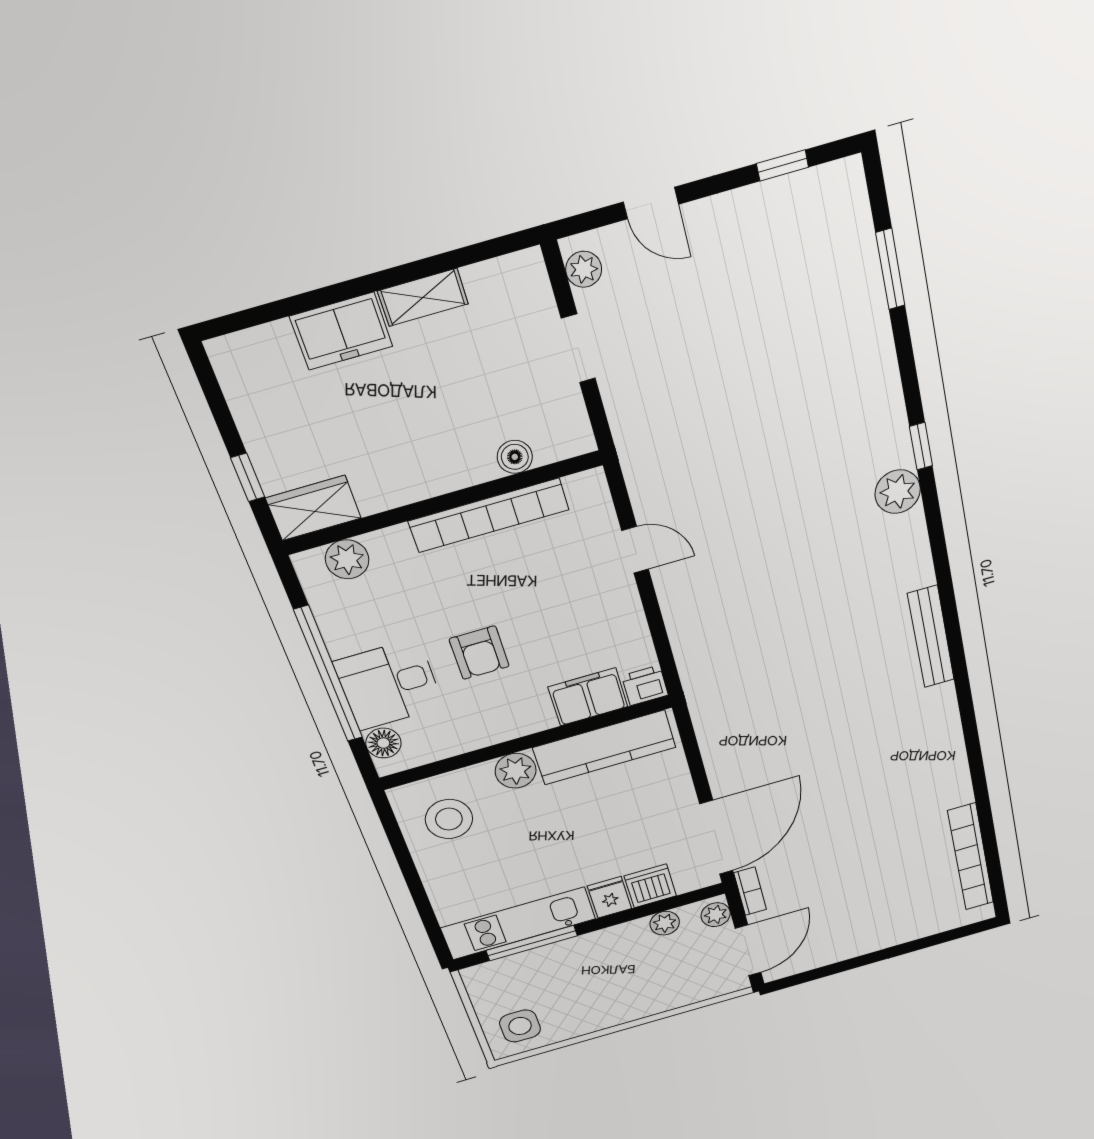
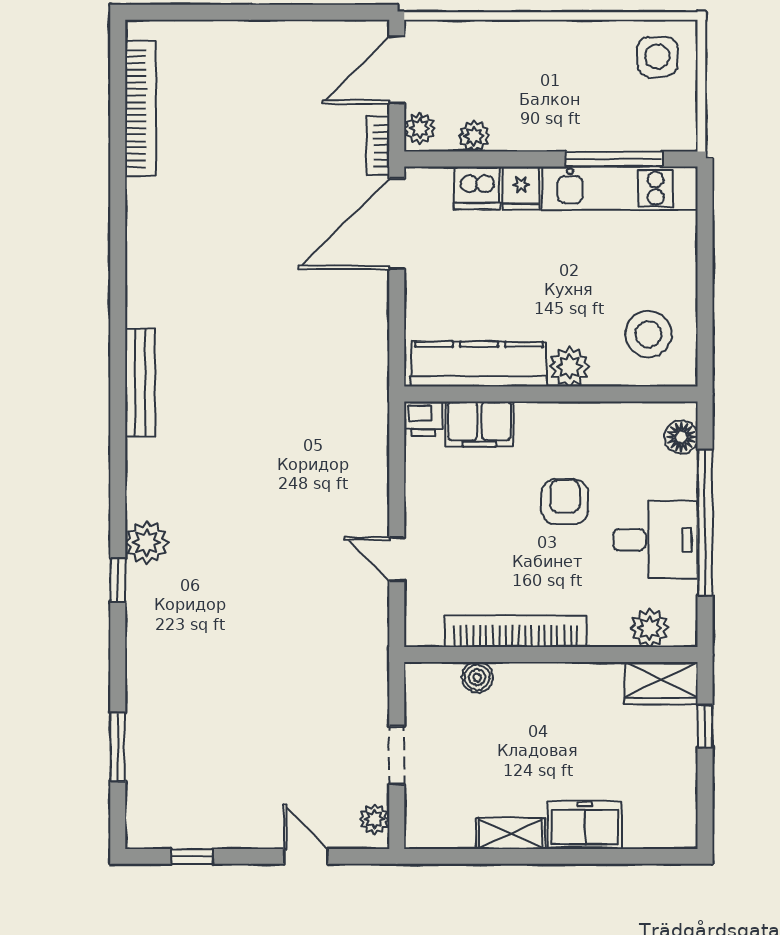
desk: (389, 684) -> (655, 540), moved

